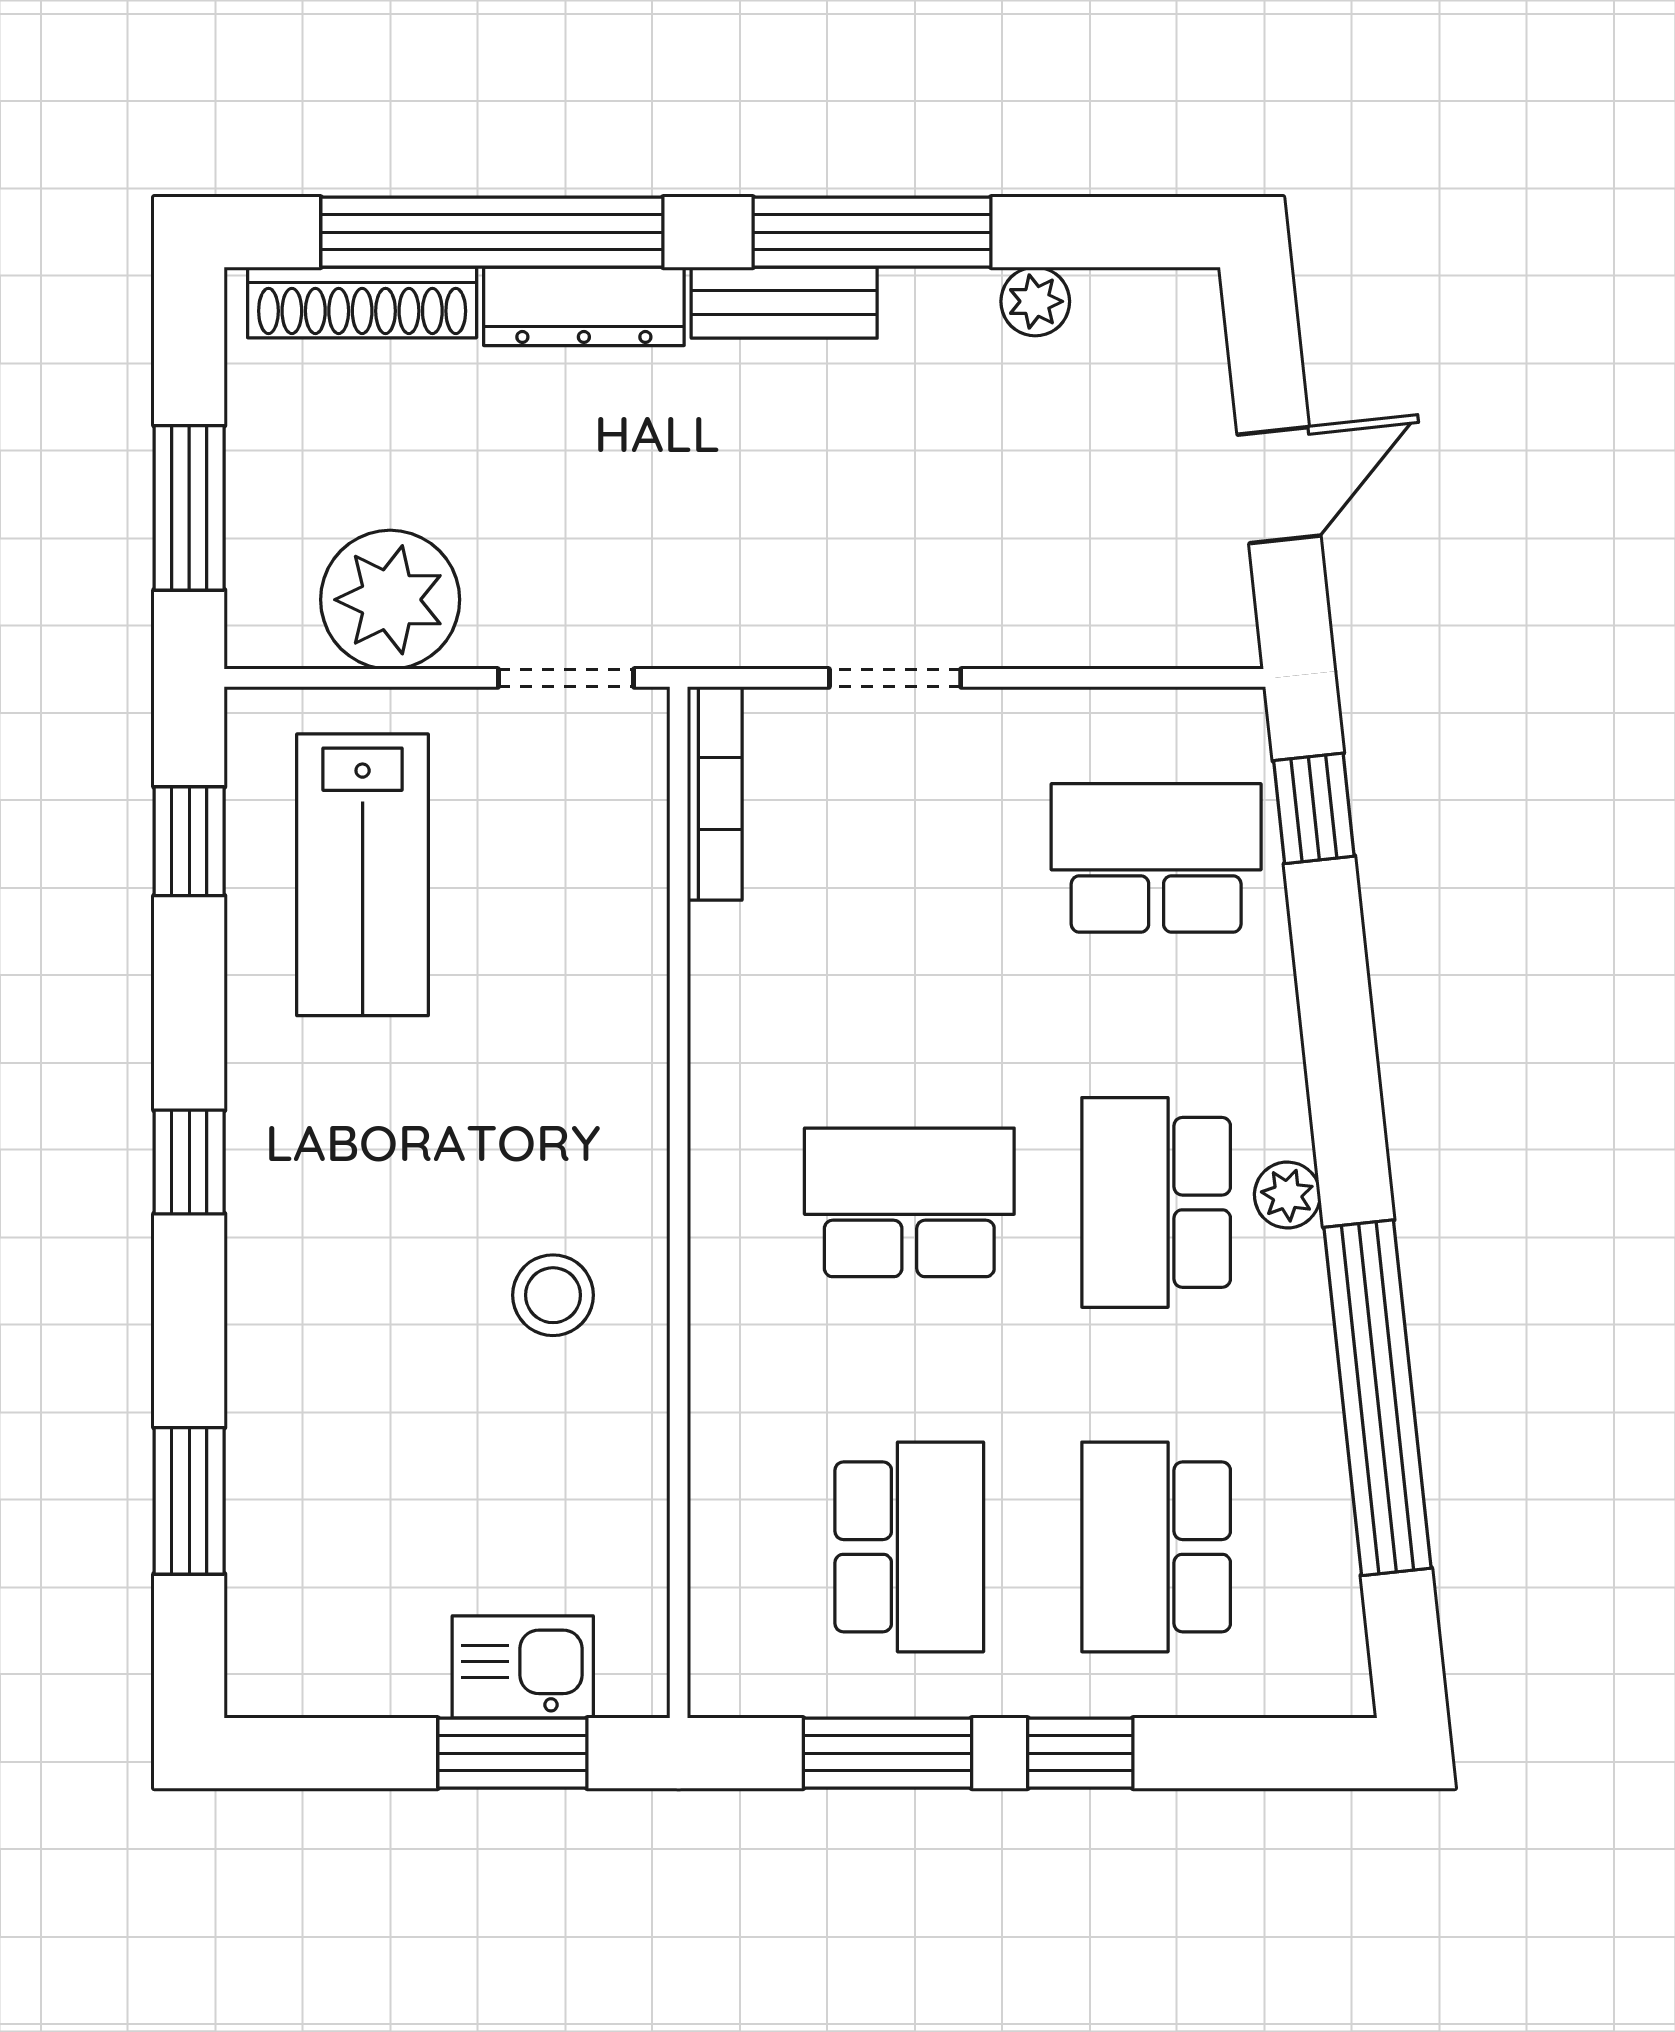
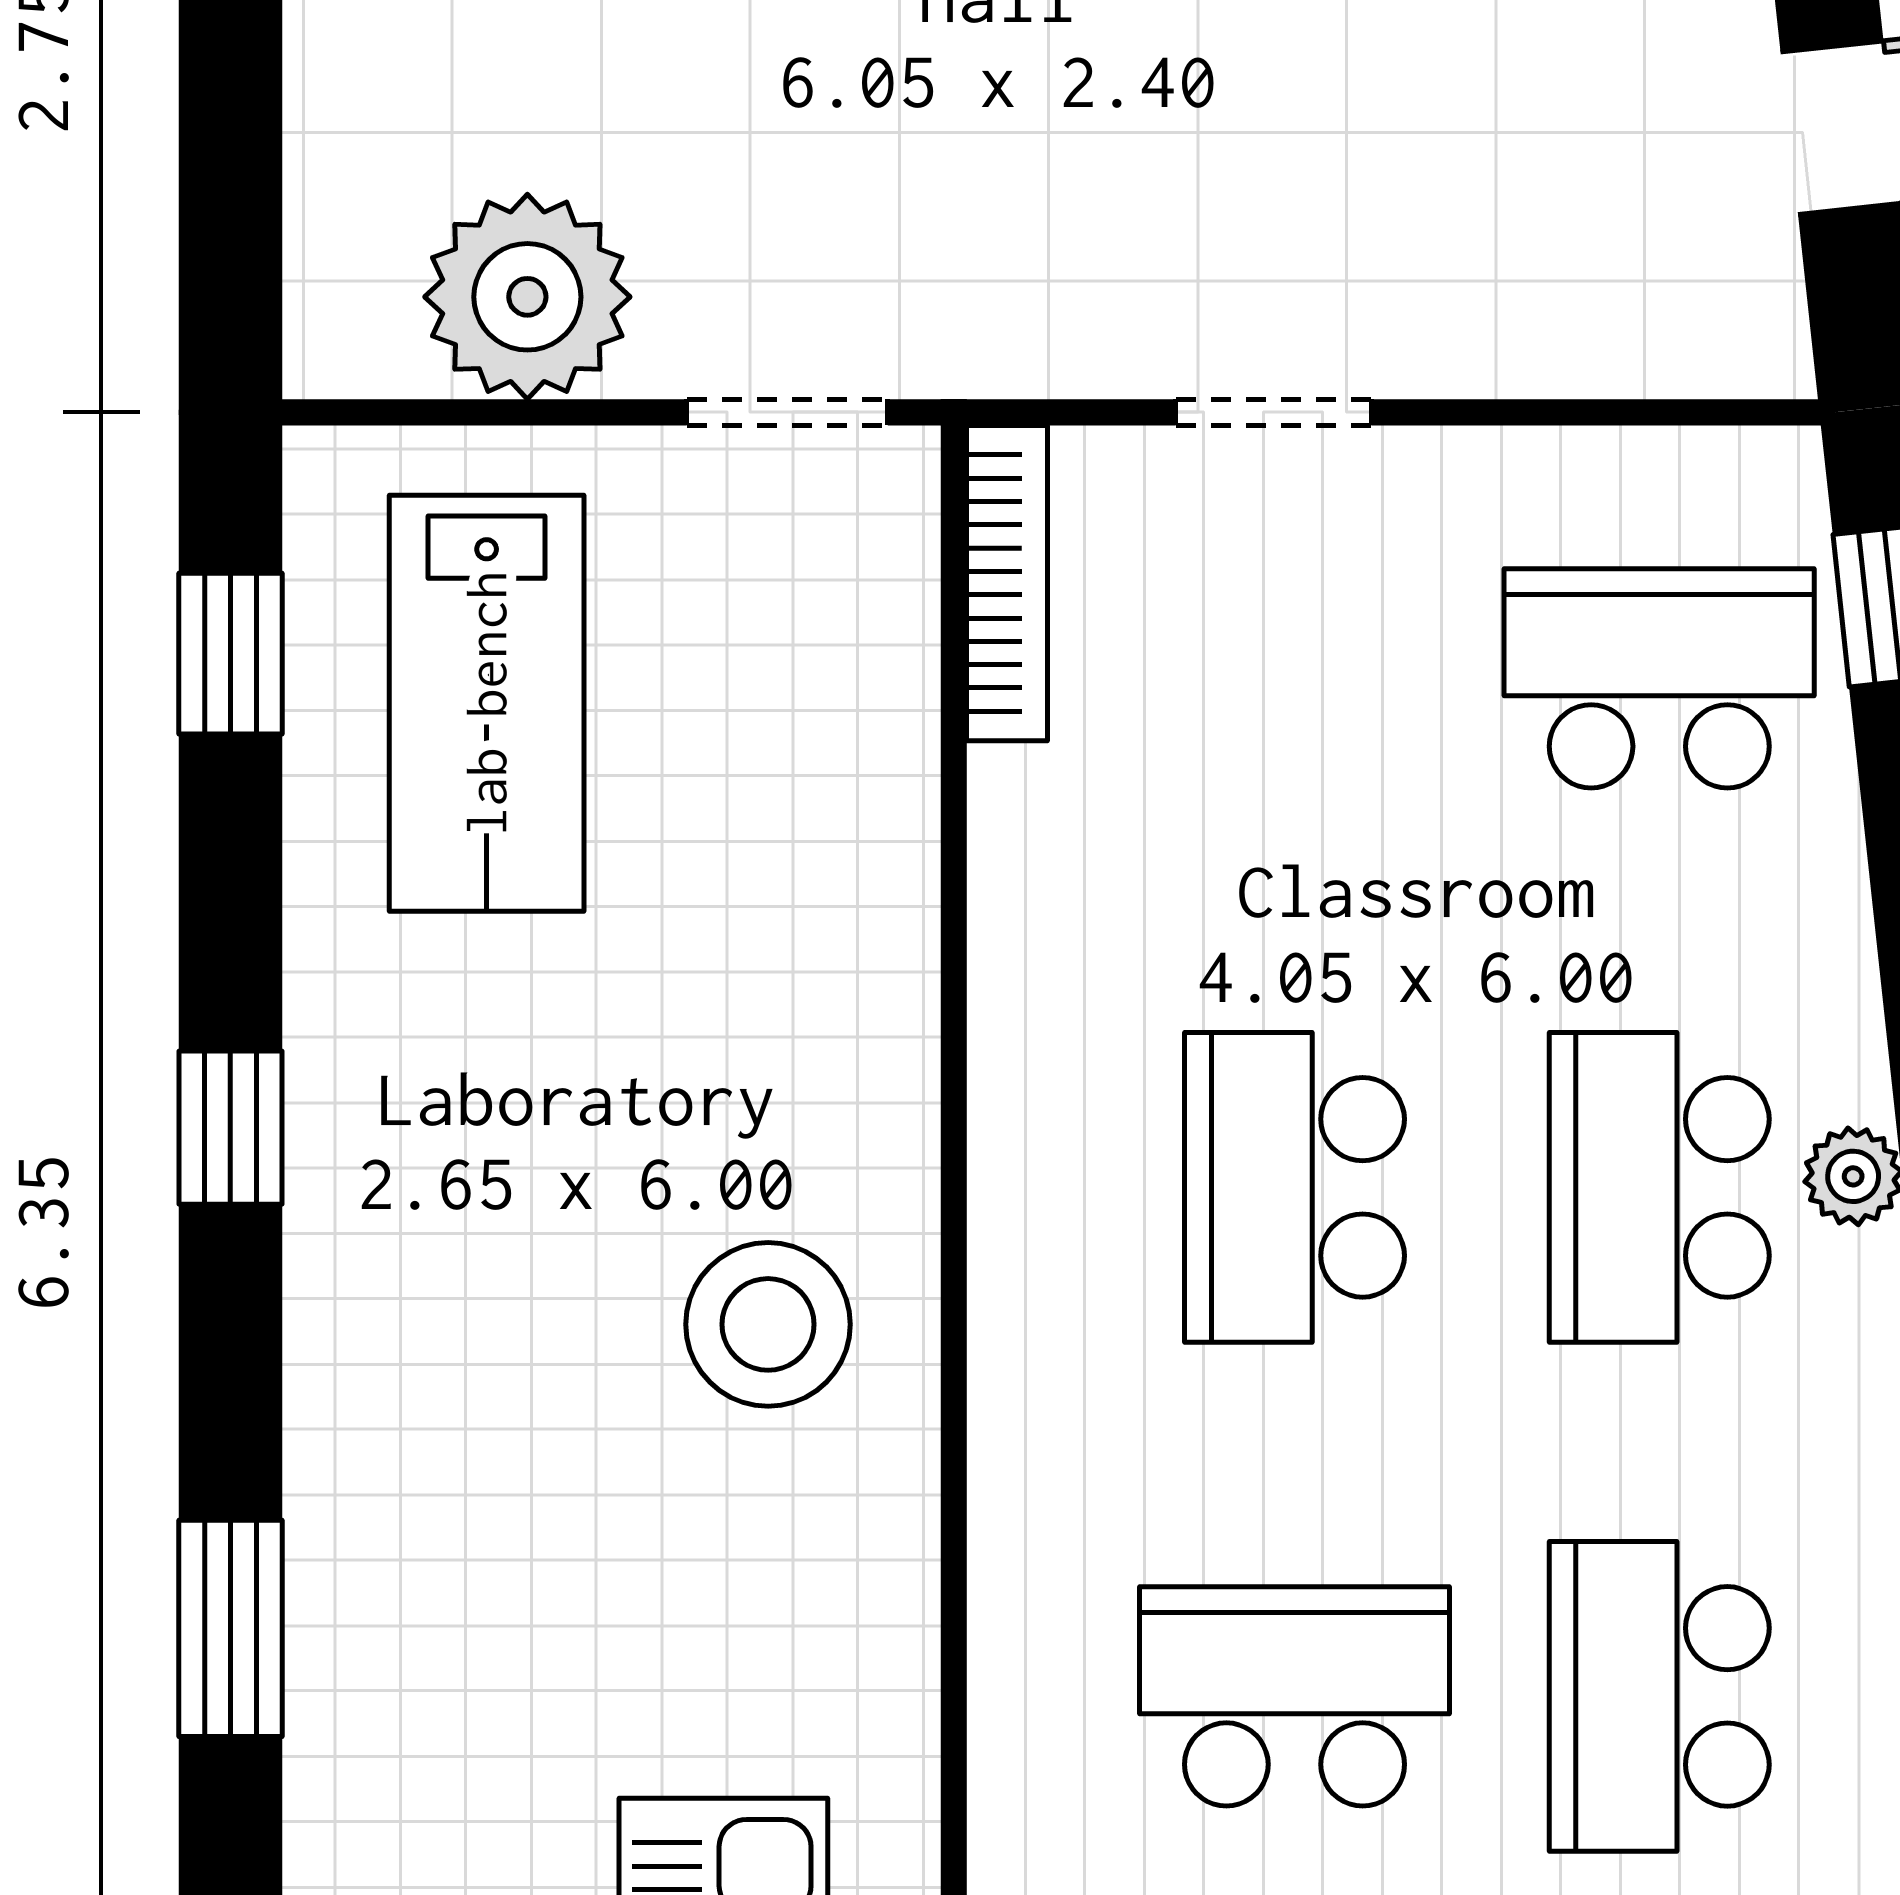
window: (189, 508) -> (230, 161), removed
school desk: (909, 1202) -> (1294, 1187), turned -90
stool: (553, 1295) -> (768, 1324), width x1.38, depth x1.38
school desk: (909, 1547) -> (1294, 1696), turned -90

